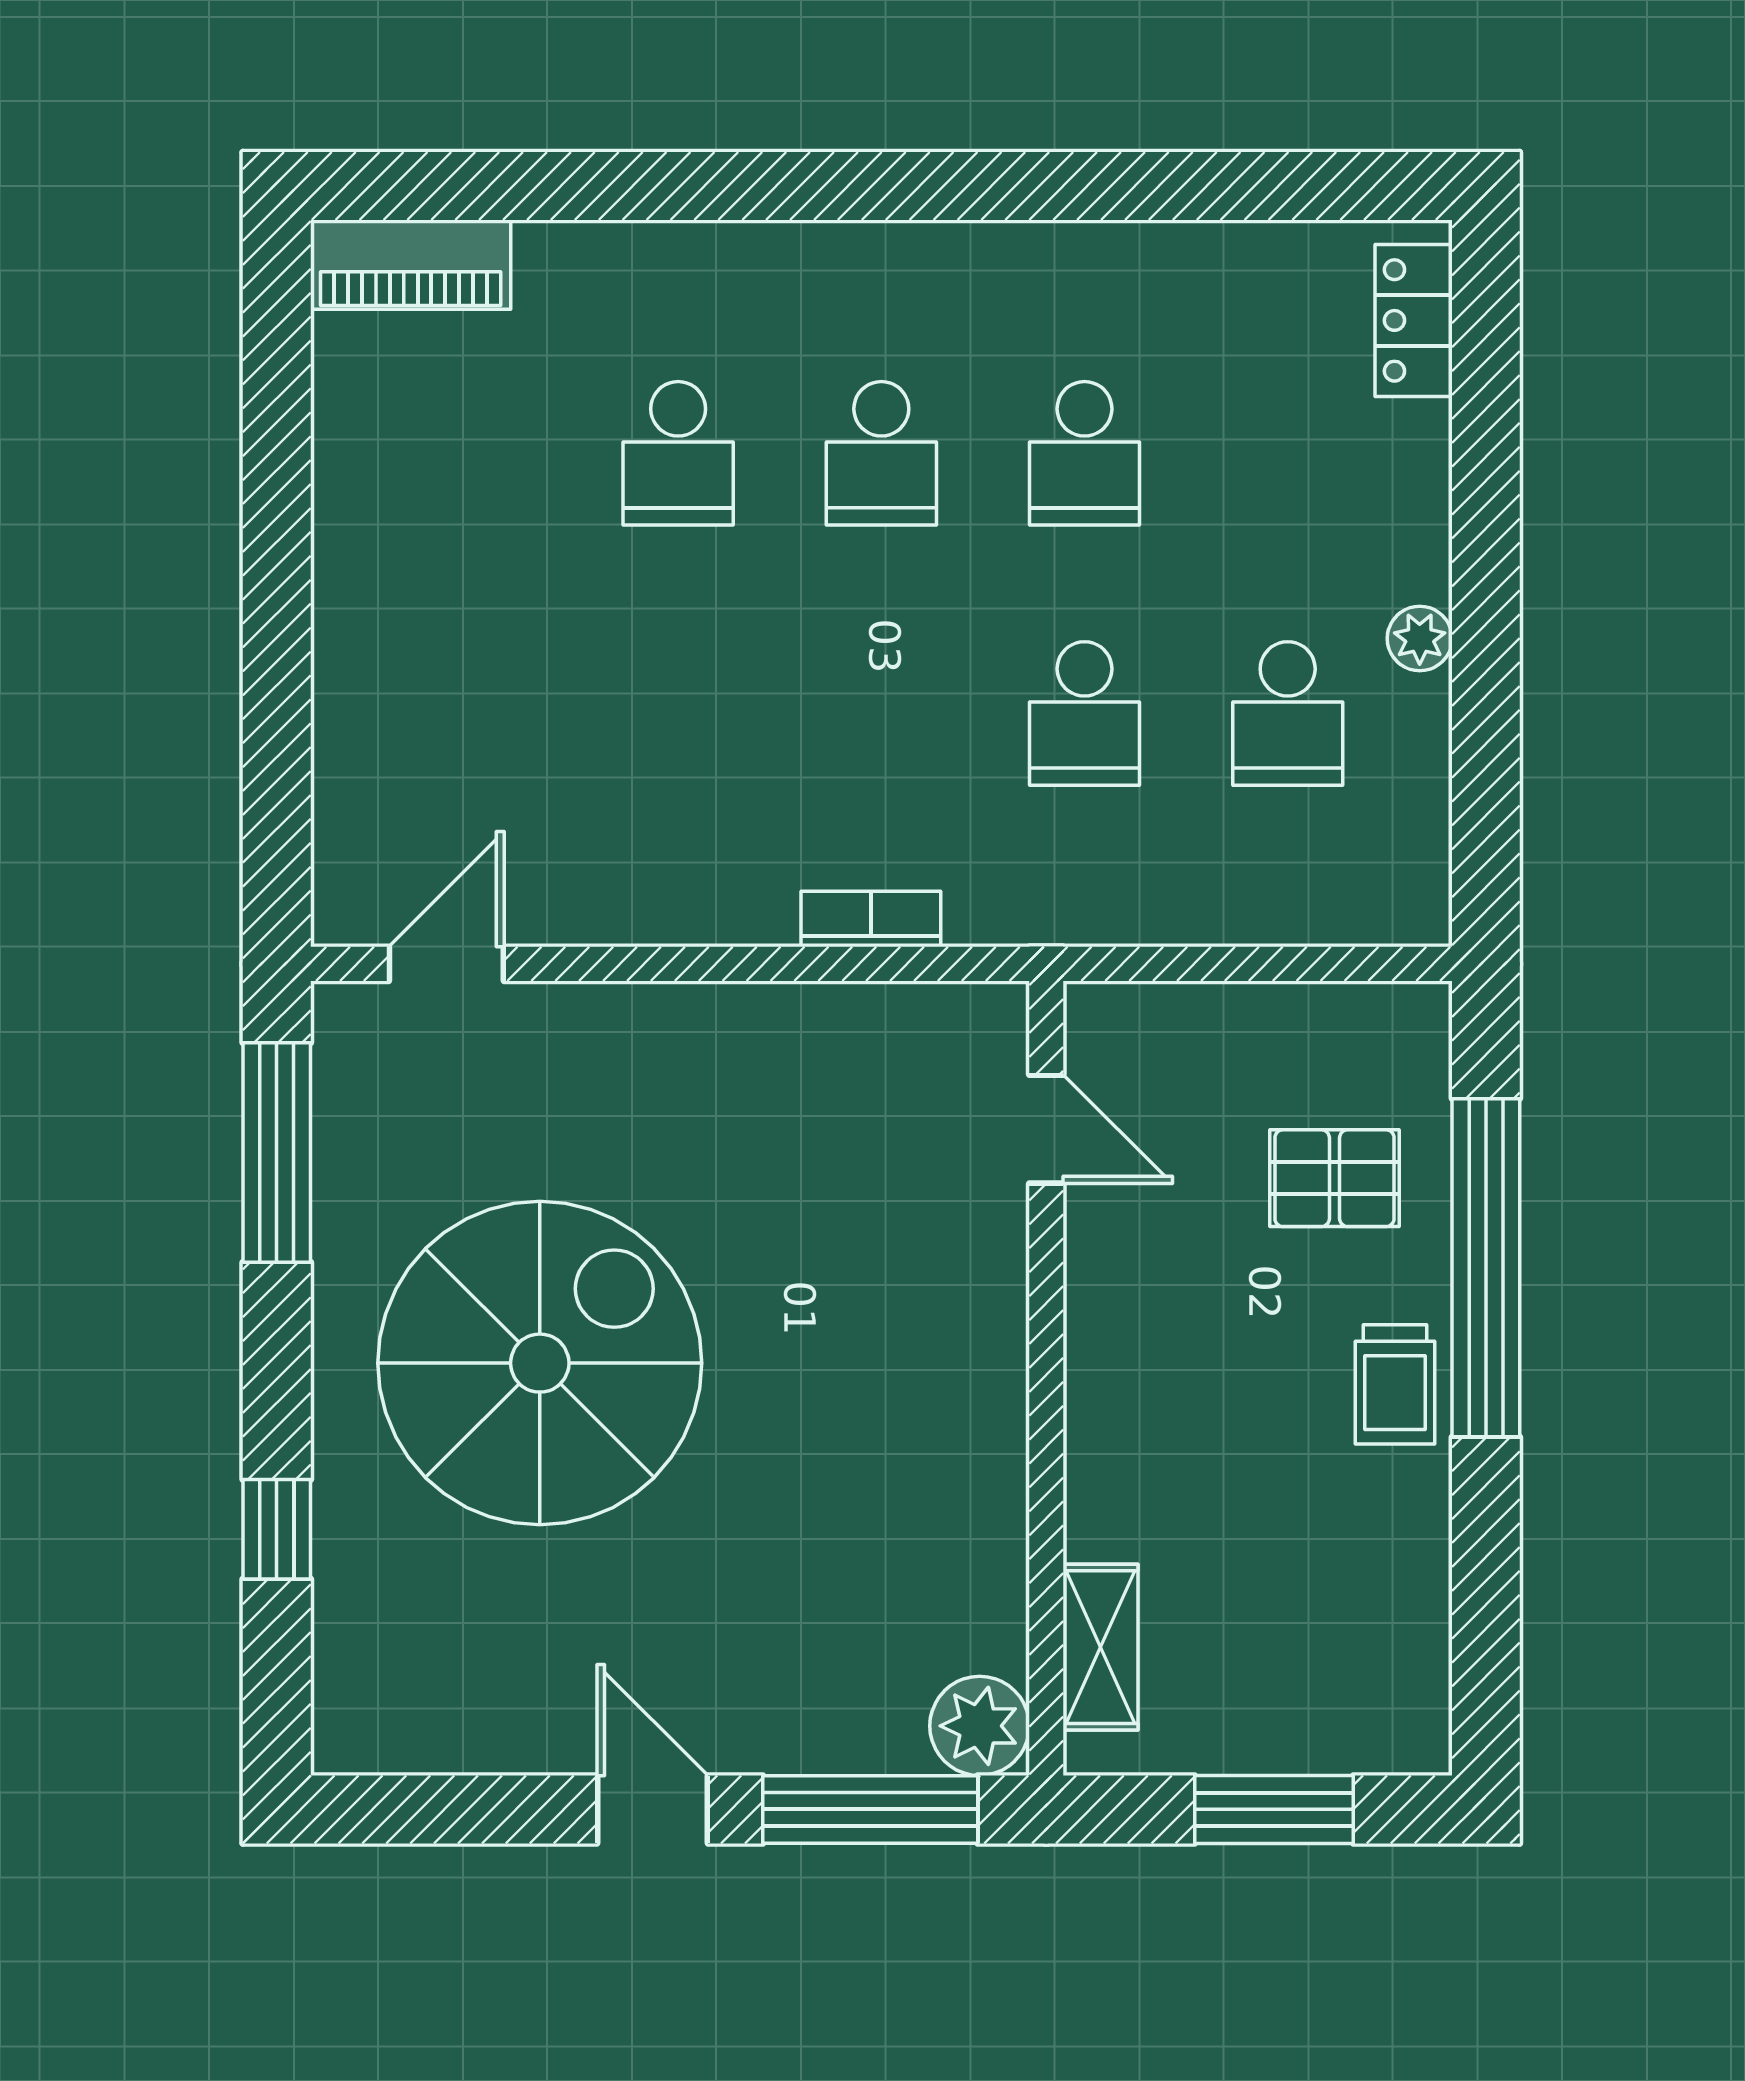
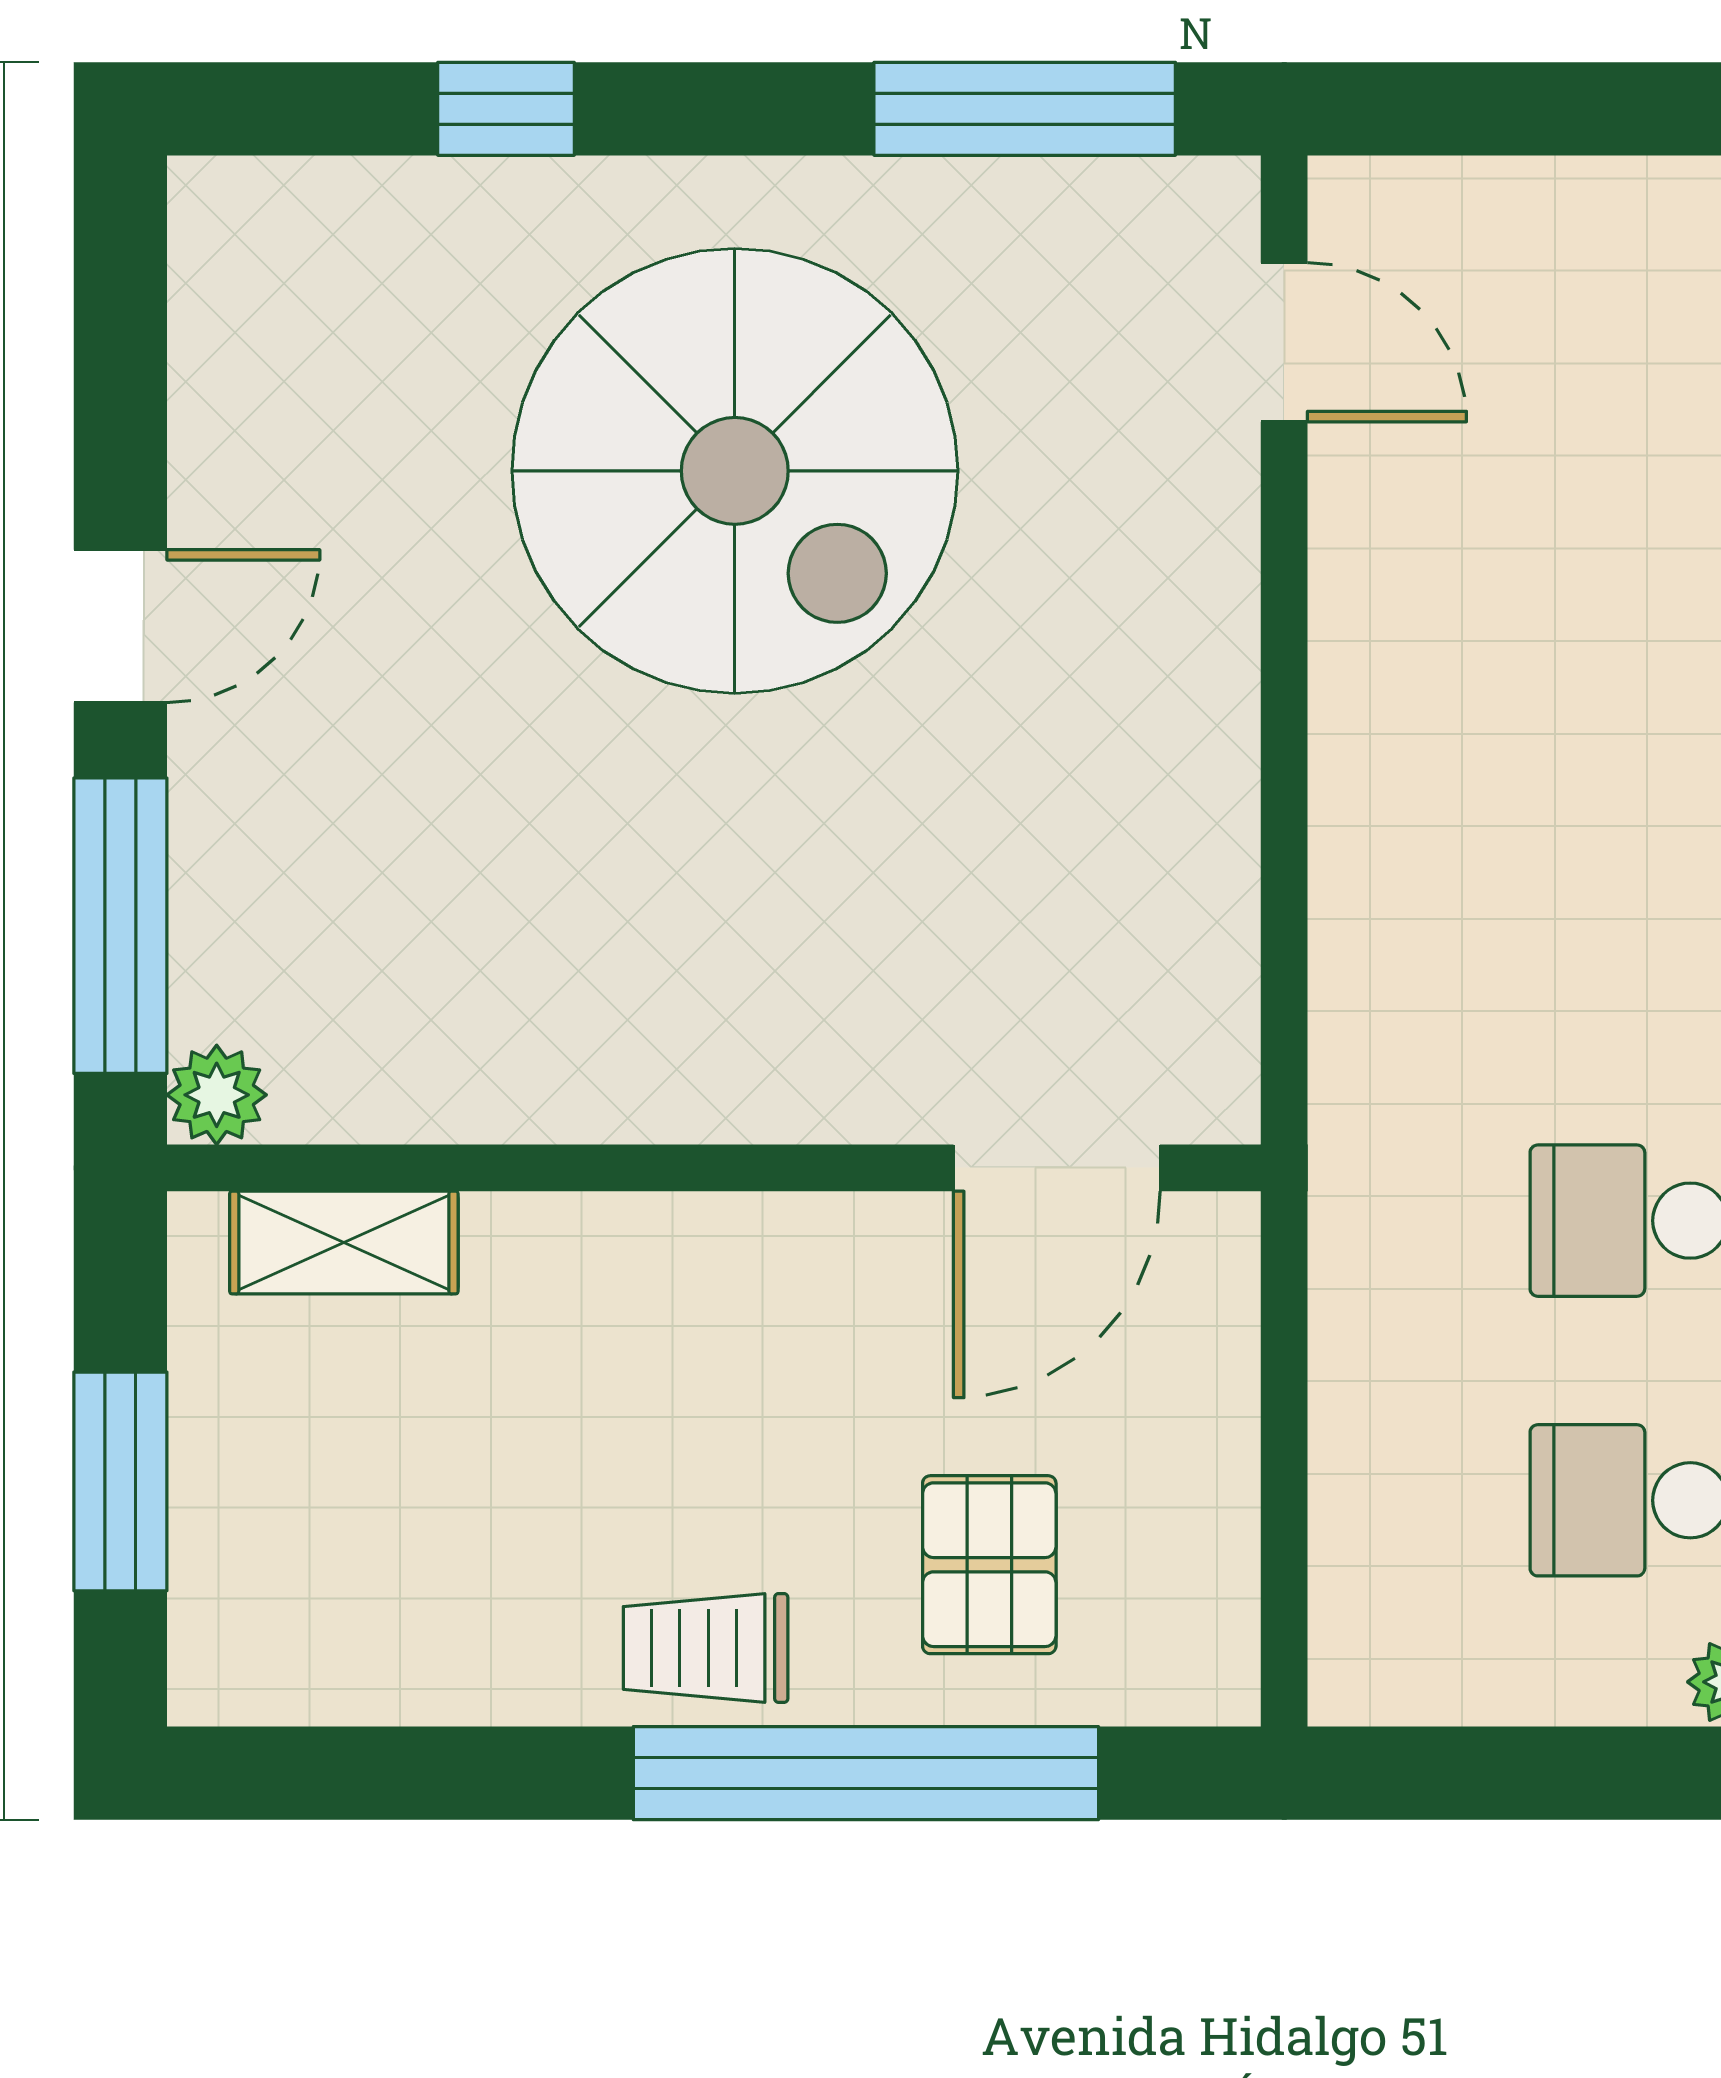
bookcase: (871, 919) -> (1346, 927), removed
door: (1046, 1129) -> (1057, 1168), width x1.38
plant: (980, 1726) -> (217, 1095), width x0.73, depth x0.73

